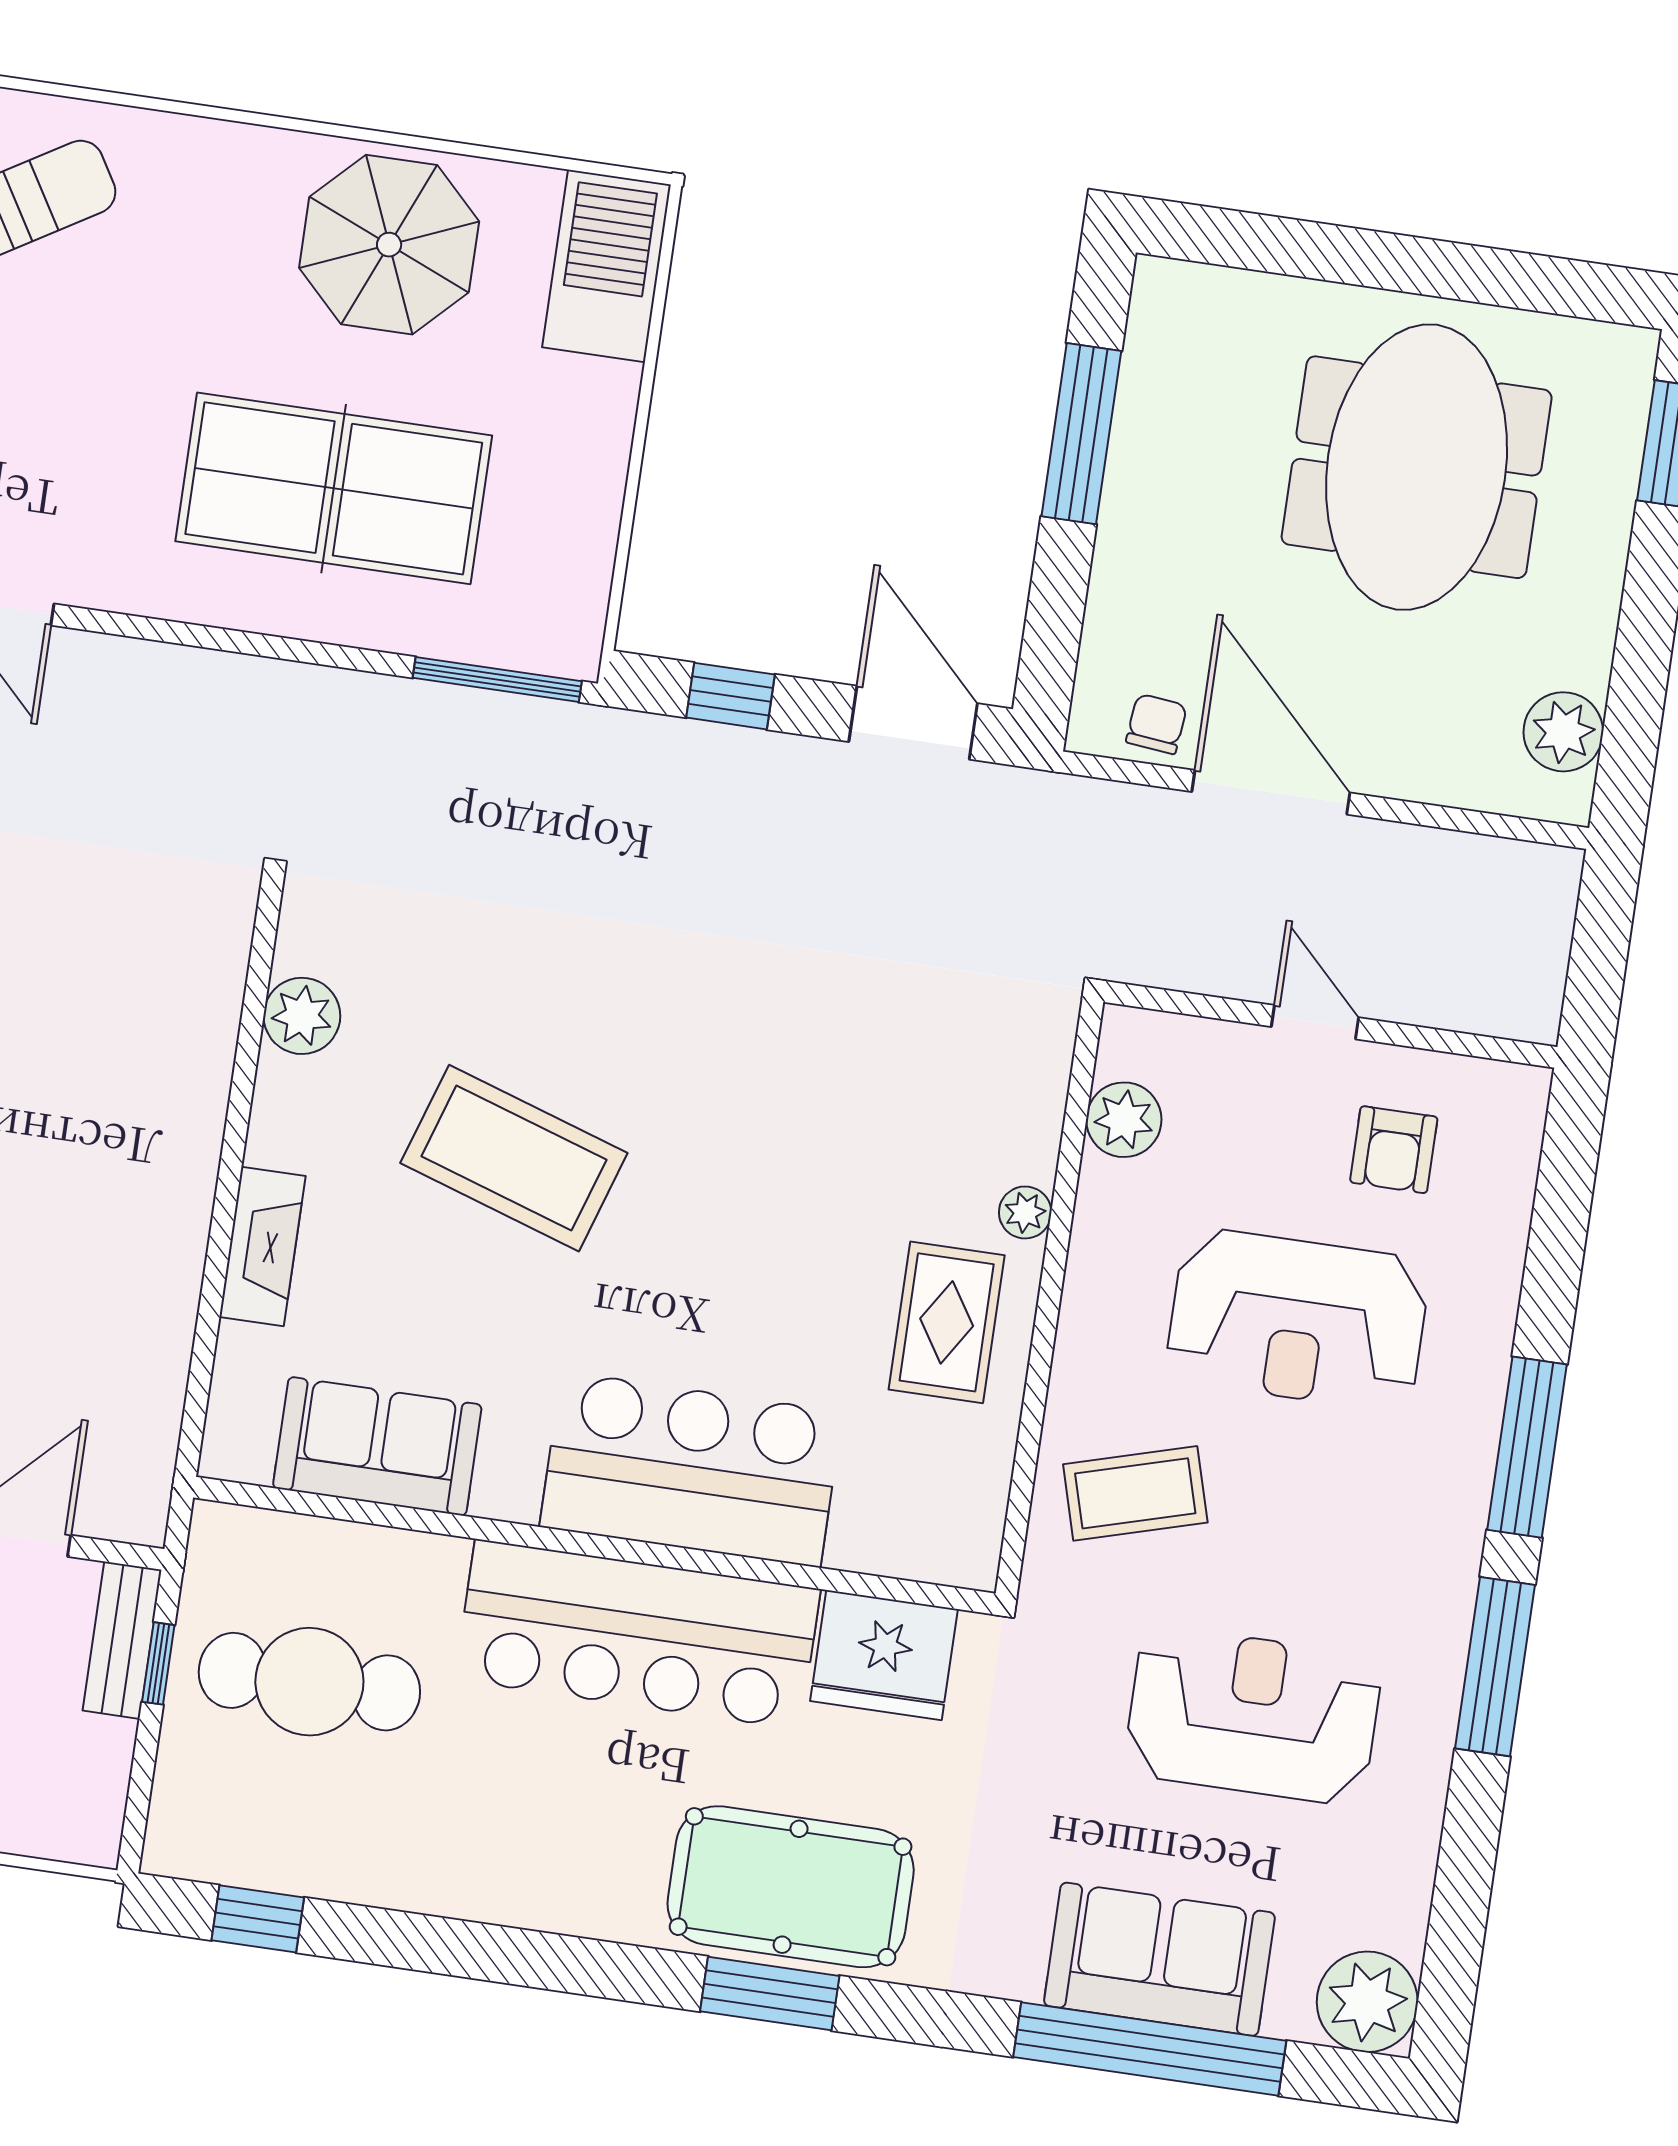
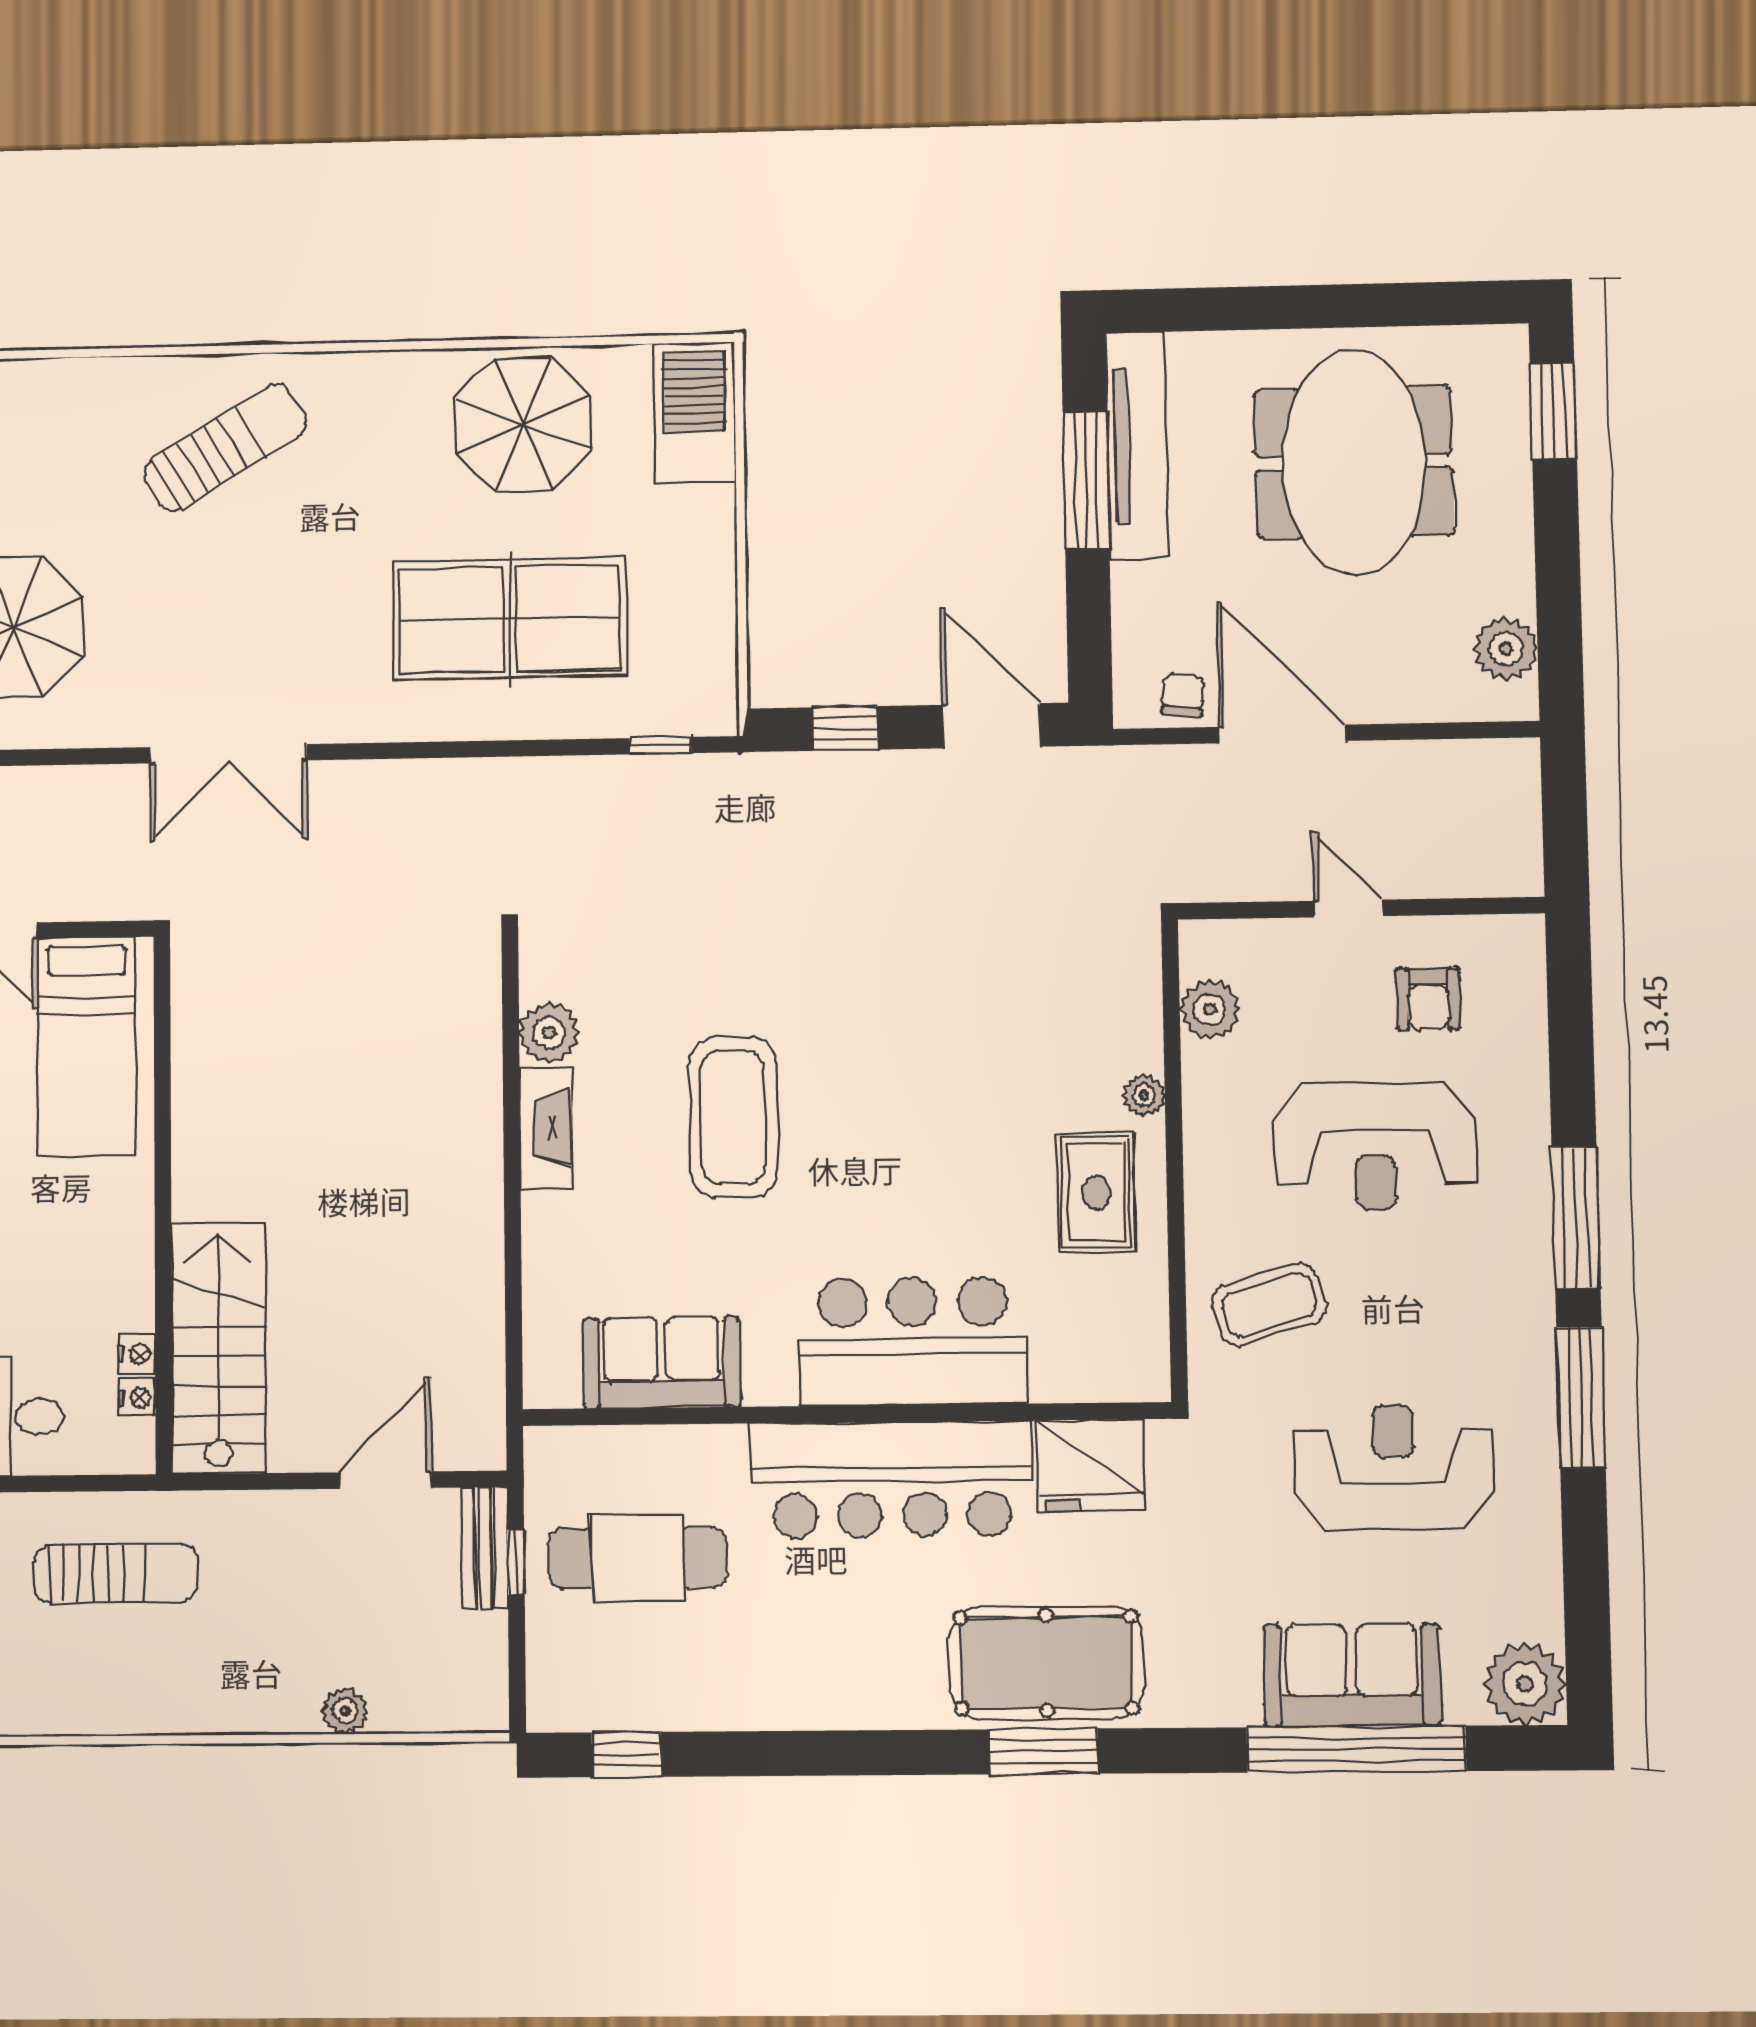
tv unit: (1152, 401) -> (1137, 446), added
window: (497, 679) -> (660, 746), width x0.46
coffee table: (514, 1158) -> (733, 1117), turned 72
fireplace: (262, 1246) -> (546, 1128), moved

